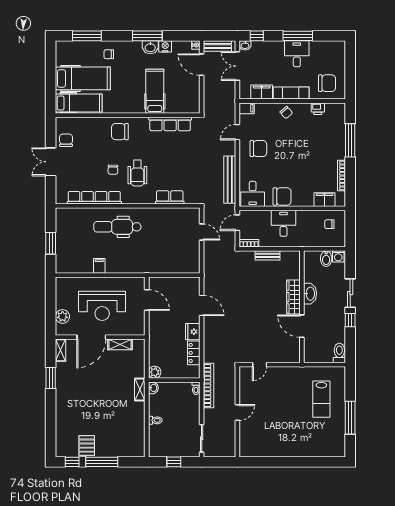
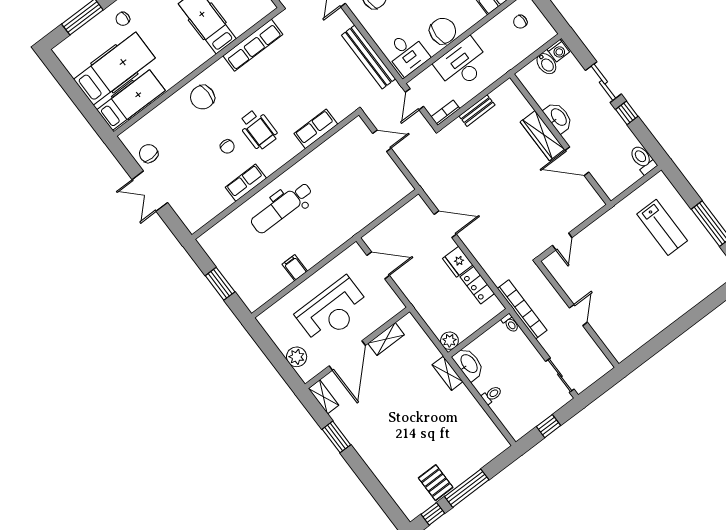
row of seats: (94, 198) -> (246, 183), width x0.50
desk: (283, 223) -> (462, 64), width x1.37
washbasin: (153, 388) -> (469, 364), width x1.91, depth x1.45

